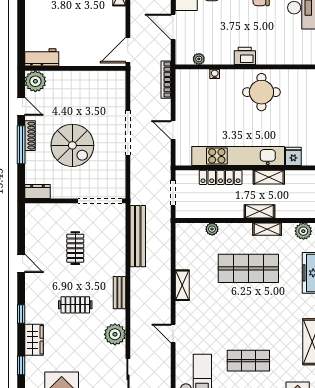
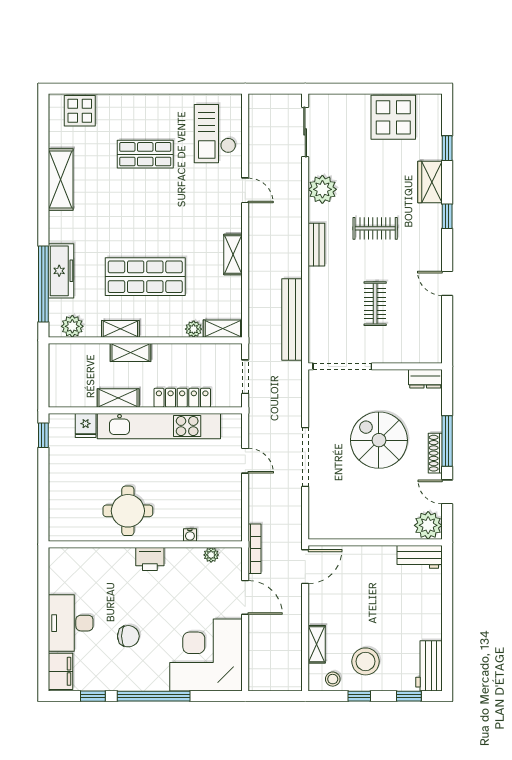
bookcase: (166, 80) -> (255, 549), moved
shelving: (190, 229) -> (223, 329), added

